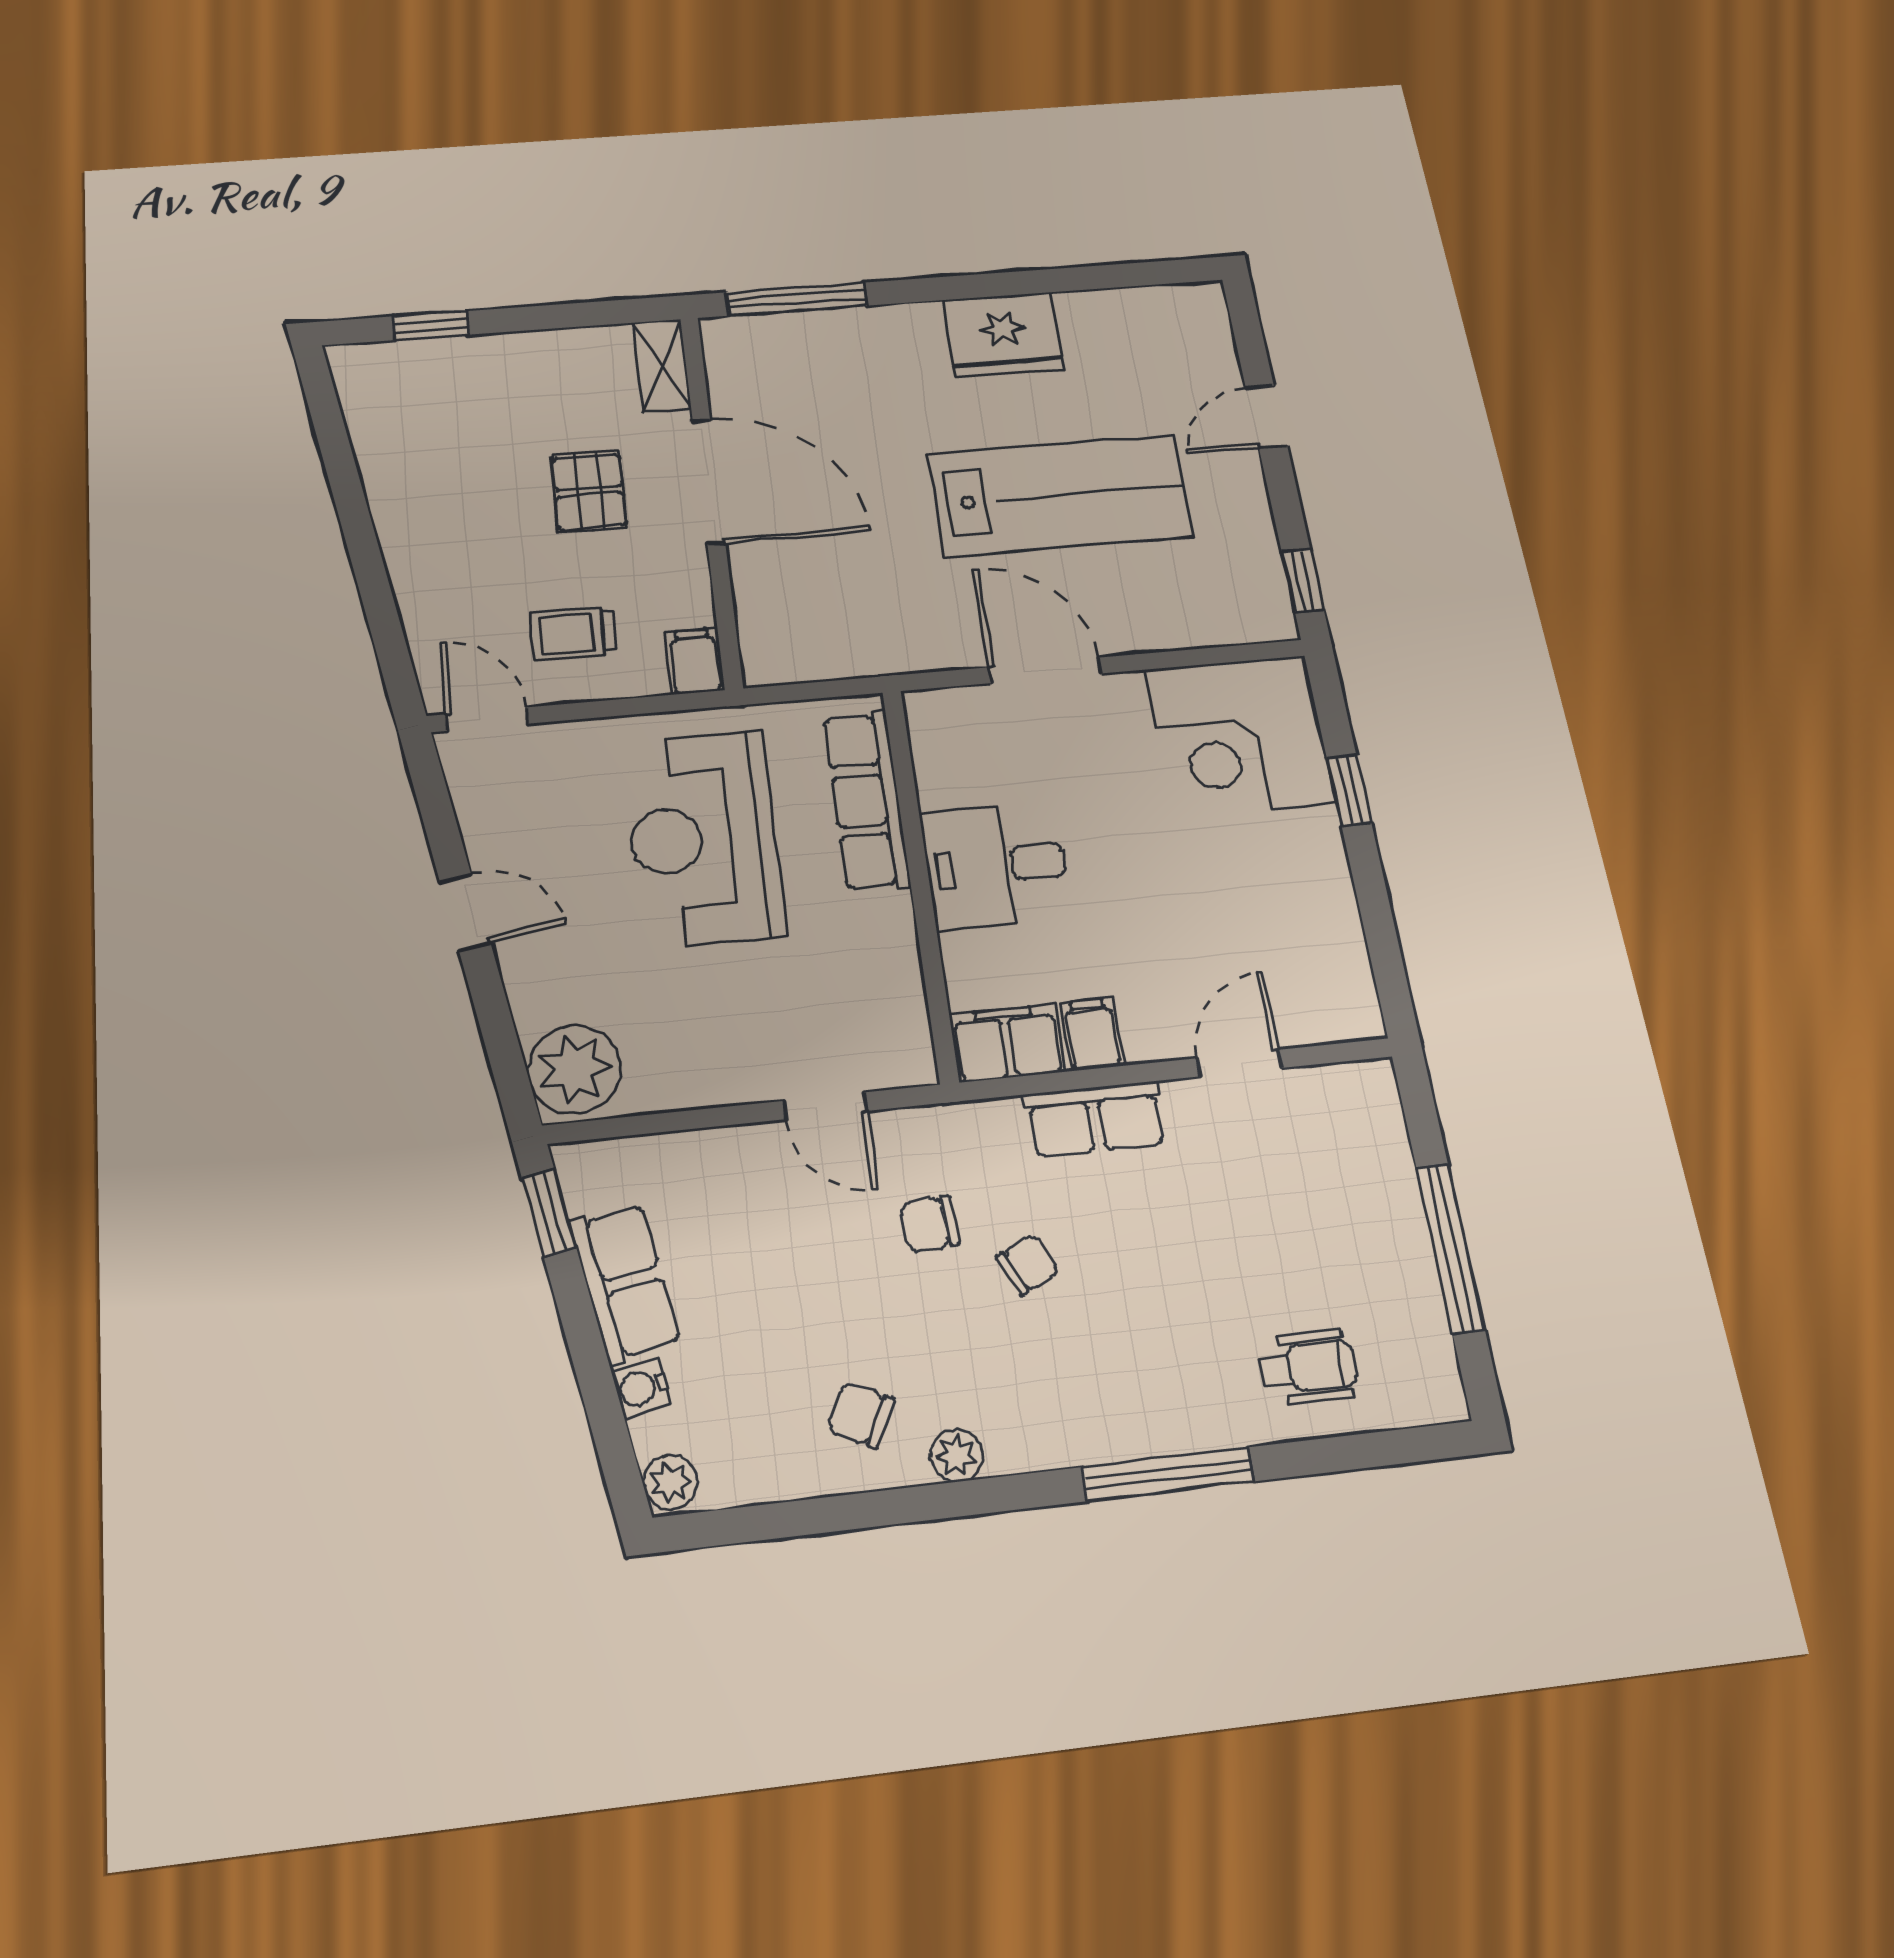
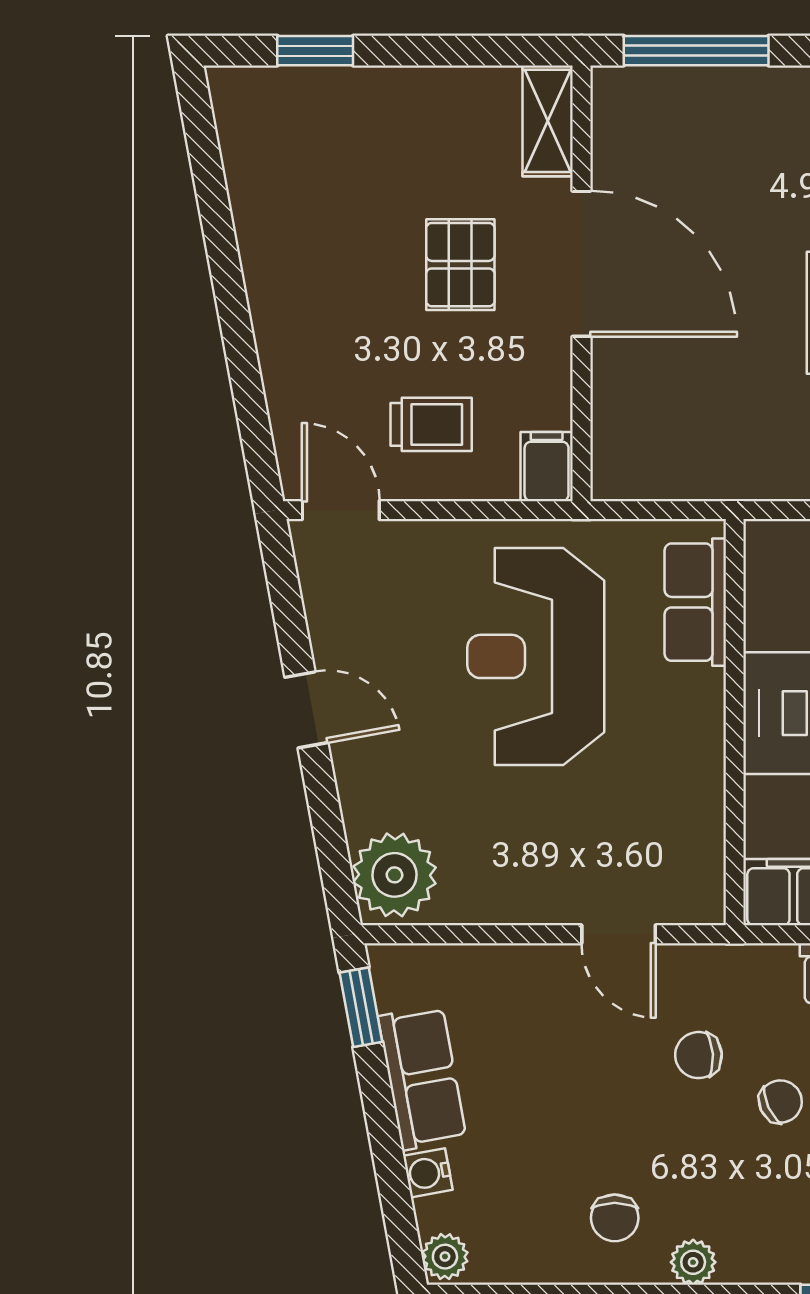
trolley: (573, 633) -> (431, 424), turned 180
row of seats: (867, 800) -> (695, 602), width x0.68
chair: (861, 1415) -> (615, 1218), turned -117

